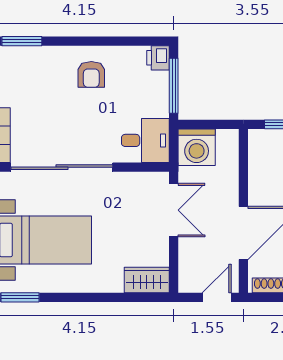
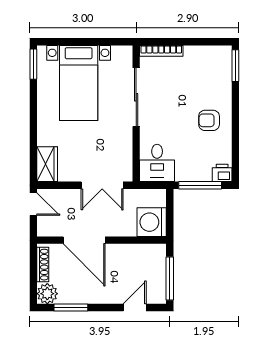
washing machine: (197, 147) -> (152, 222), moved
sliding door: (62, 167) -> (136, 97), width x0.73
door: (217, 297) -> (33, 204), moved

